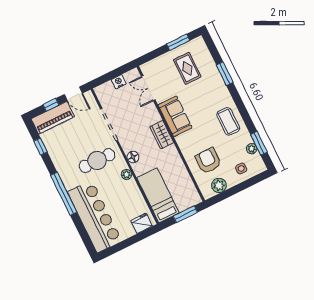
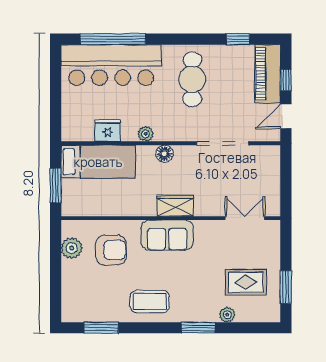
window: (225, 74) -> (198, 328), moved
nightstand: (119, 82) -> (272, 183), removed
sofa: (175, 116) -> (167, 235), moved
plant: (252, 149) -> (227, 315), moved
cafe table: (97, 160) -> (192, 79), moved
side table: (241, 169) -> (79, 288), removed
window: (64, 194) -> (113, 39), moved
fridge: (142, 223) -> (108, 131), moved, turned -90

